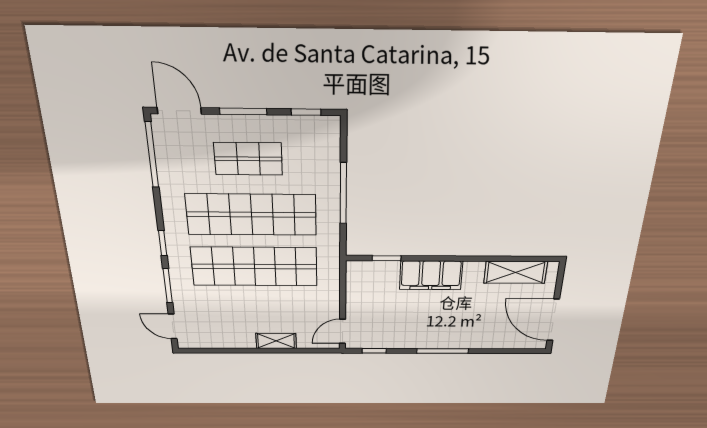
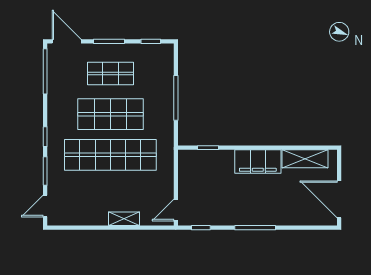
shop shelf: (251, 215) -> (110, 114), width x0.71
filing cabinet: (431, 275) -> (258, 161), moved
door: (173, 326) -> (45, 206), hinge flipped

